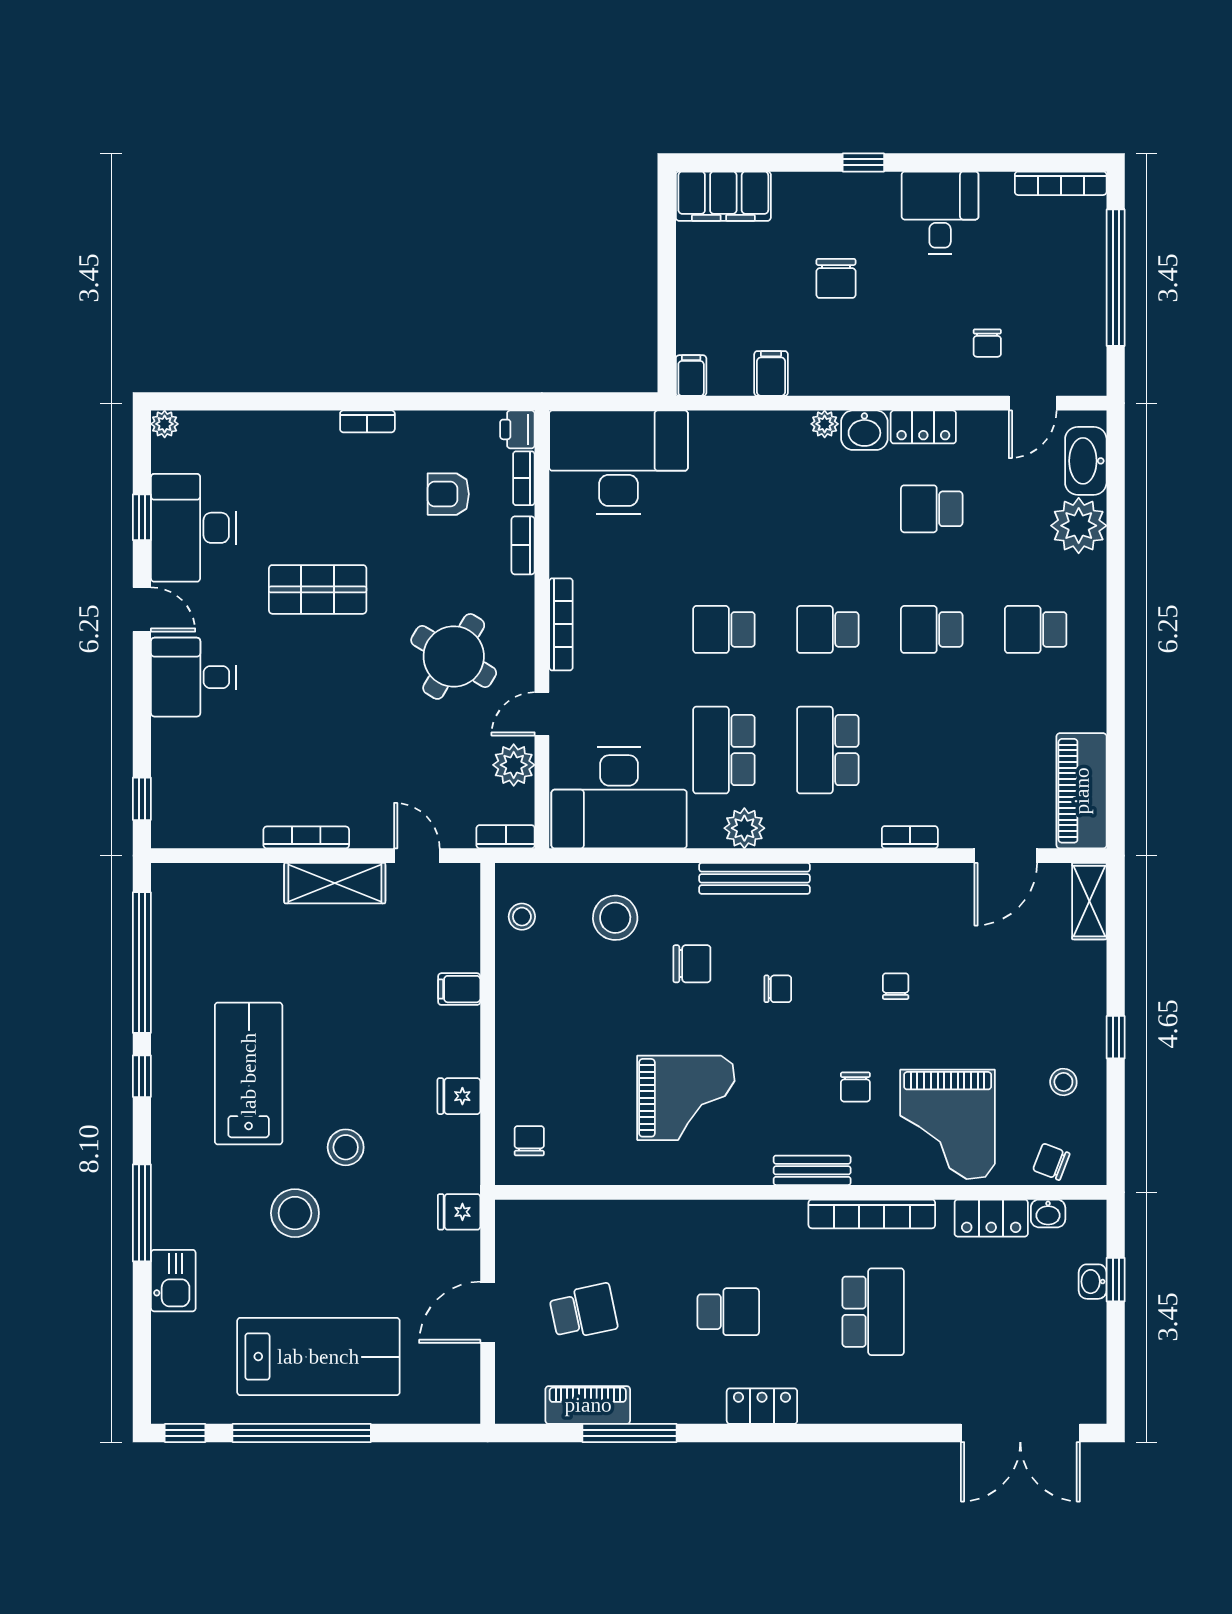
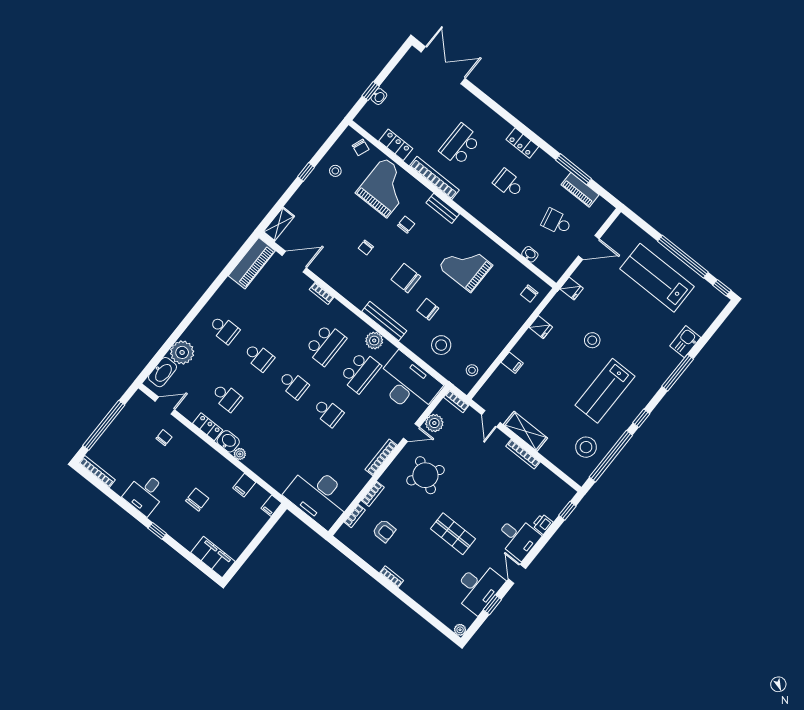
printer: (517, 429) -> (543, 524), moved, turned 180
chair: (778, 989) -> (406, 278), width x1.87, depth x1.87
stool: (295, 1213) -> (586, 447), moved
washbasin: (1048, 1213) -> (530, 254), moved

